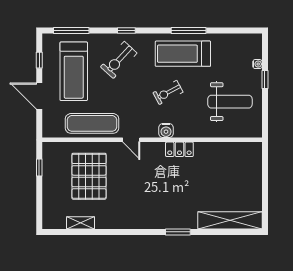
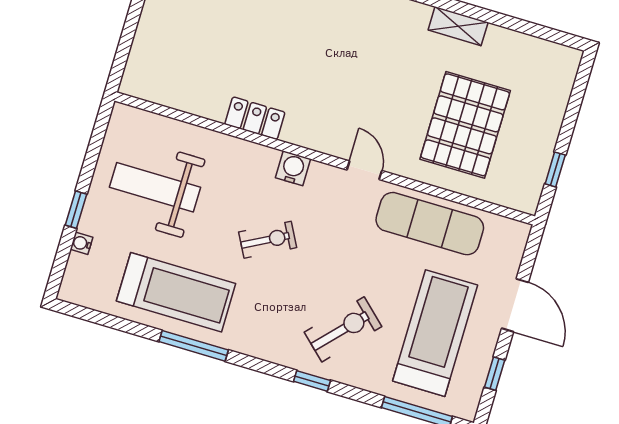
treadmill: (183, 54) -> (176, 292), moved
locker: (179, 149) -> (255, 118), moved
shelving: (81, 223) -> (458, 26), moved

